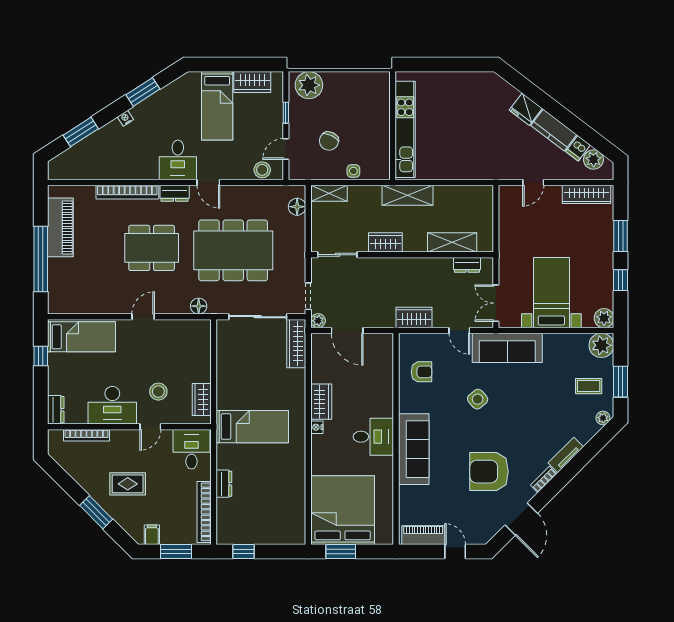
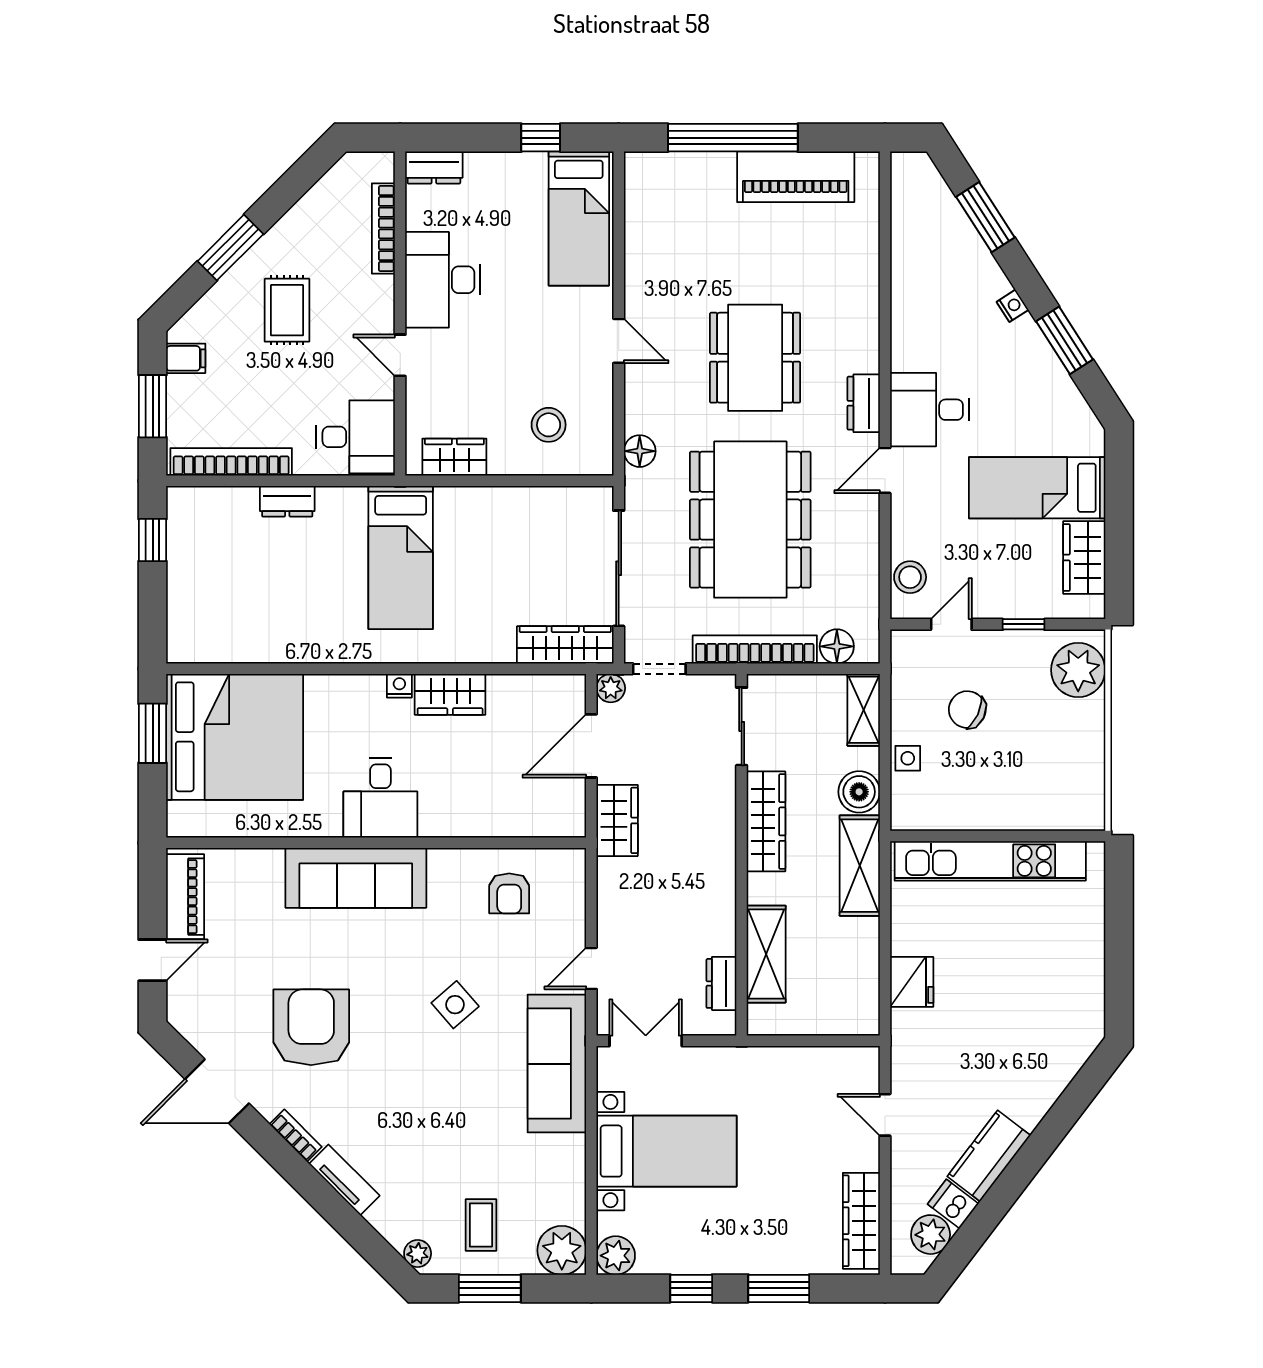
fridge: (526, 109) -> (912, 982), moved, turned 143
door: (286, 149) -> (951, 624), hinge flipped
bookcase: (127, 192) -> (755, 649), moved, turned 90
boiler: (370, 196) -> (859, 792), added
wardrobe: (385, 242) -> (766, 821), width x1.50
wardrobe: (414, 317) -> (617, 820), moved
stool: (158, 392) -> (549, 425), moved

